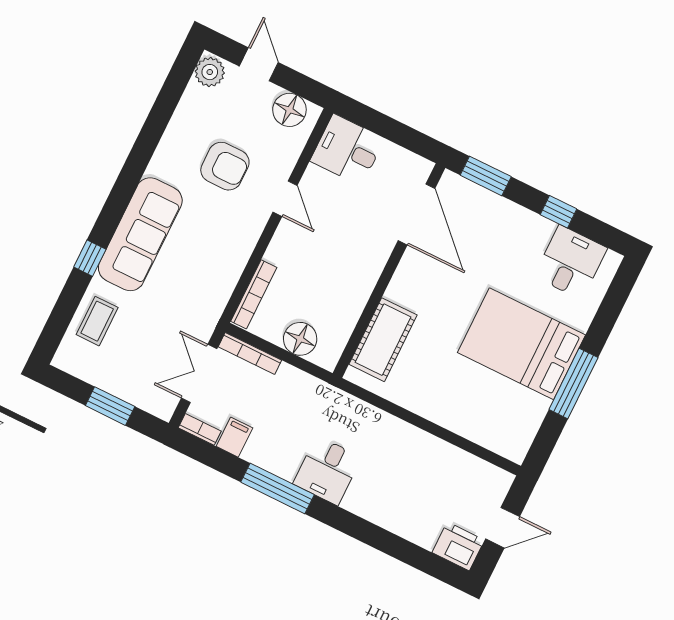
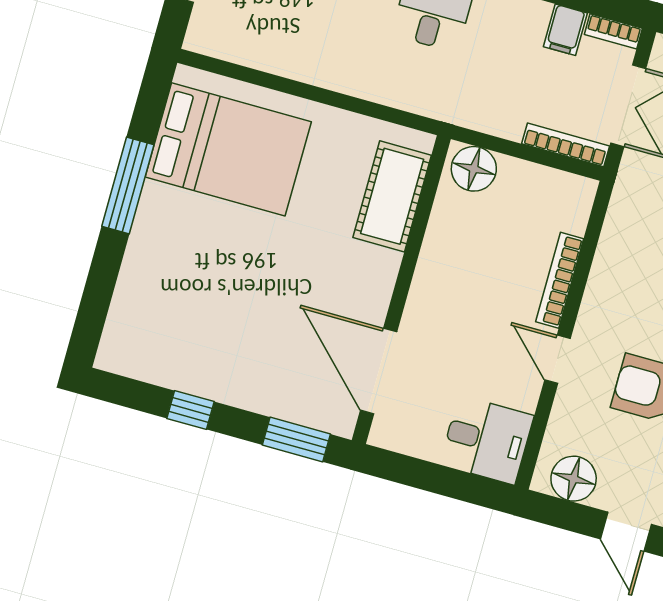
desk: (571, 262) -> (162, 346), removed
bookcase: (254, 294) -> (560, 280), moved
floor lamp: (300, 339) -> (474, 169), moved
bed: (521, 344) -> (228, 149), moved

